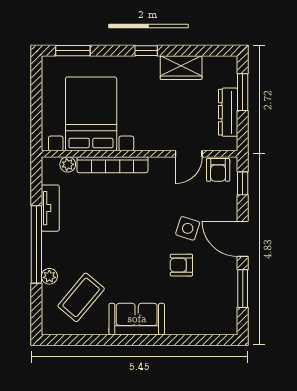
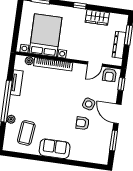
coffee table: (81, 297) -> (26, 133), turned -34

